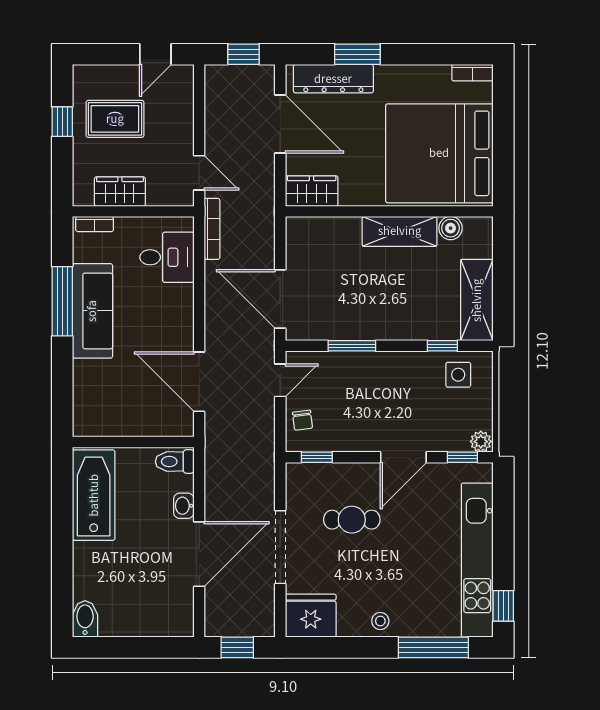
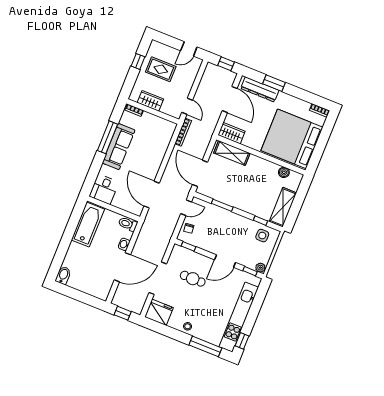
shelving: (400, 231) -> (232, 153), moved
desk: (167, 257) -> (104, 189), moved, turned 90

